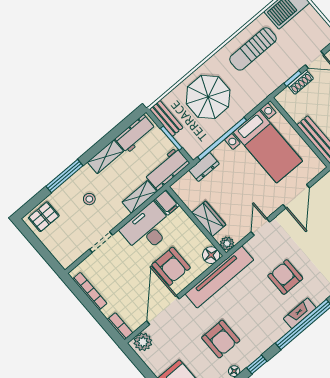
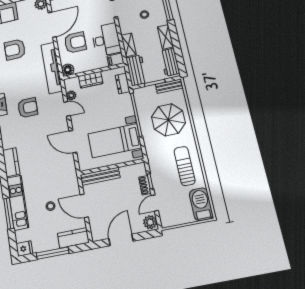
dresser: (204, 167) -> (123, 83), moved
plant: (227, 244) -> (71, 95), moved
armchair: (171, 266) -> (75, 42), turned 180
door: (163, 310) -> (52, 25), hinge flipped

